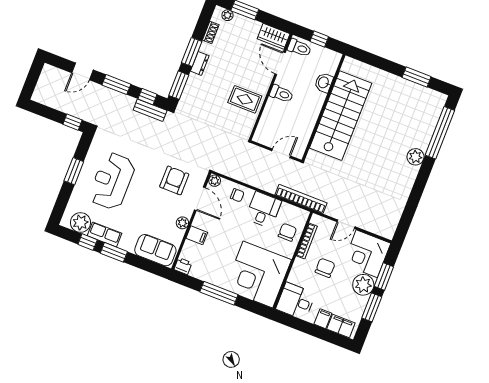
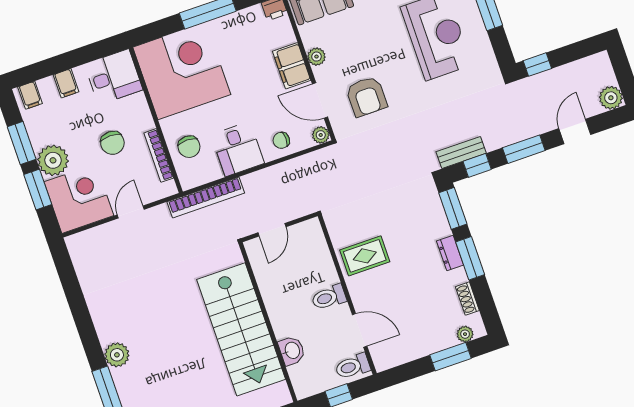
wardrobe: (274, 36) -> (393, 355), removed
plant: (49, 73) -> (611, 98), added
filing cabinet: (197, 235) -> (292, 66), width x2.00
filing cabinet: (341, 326) -> (30, 95), width x0.50

